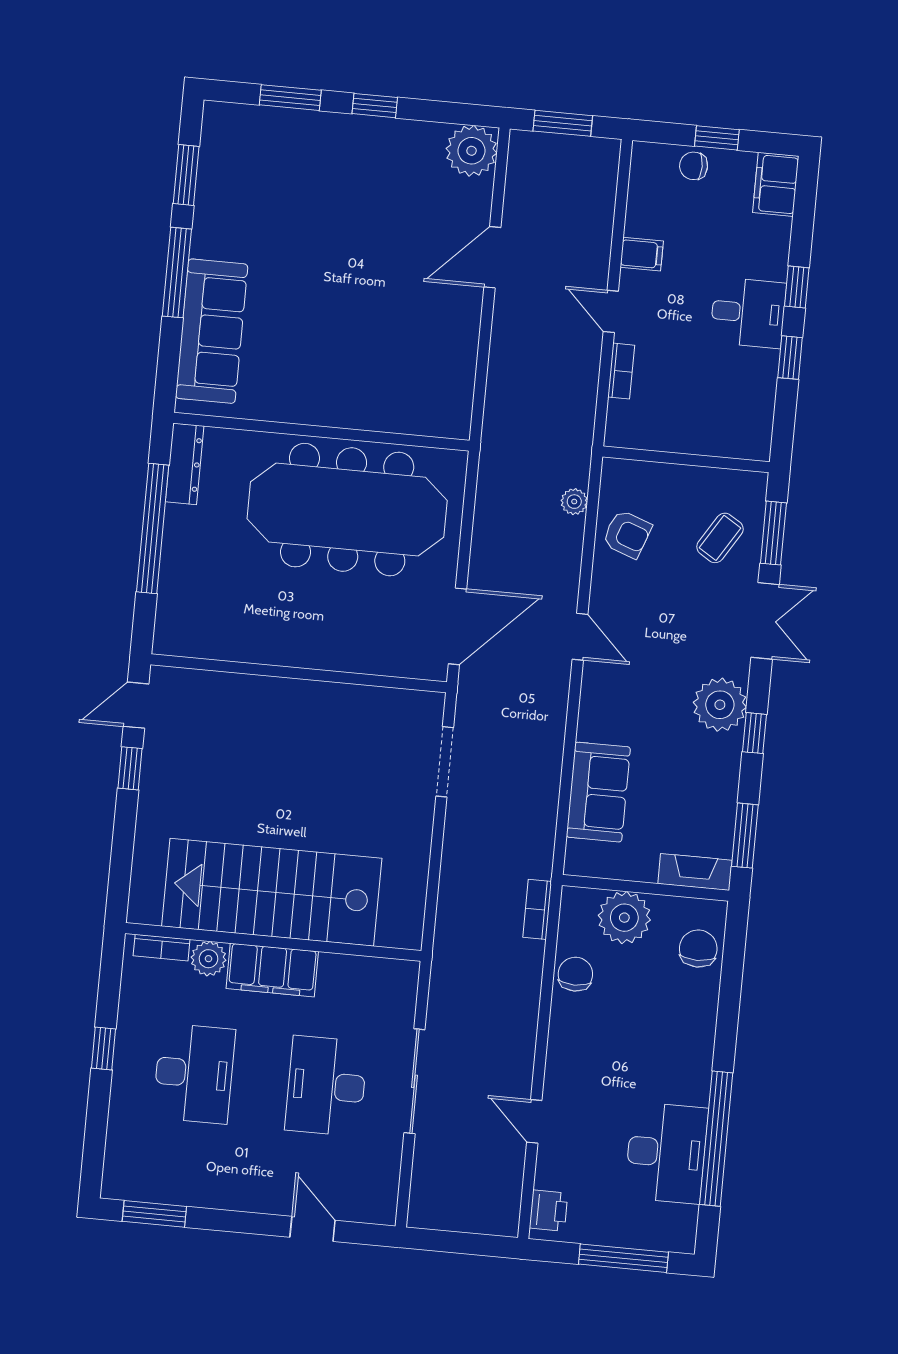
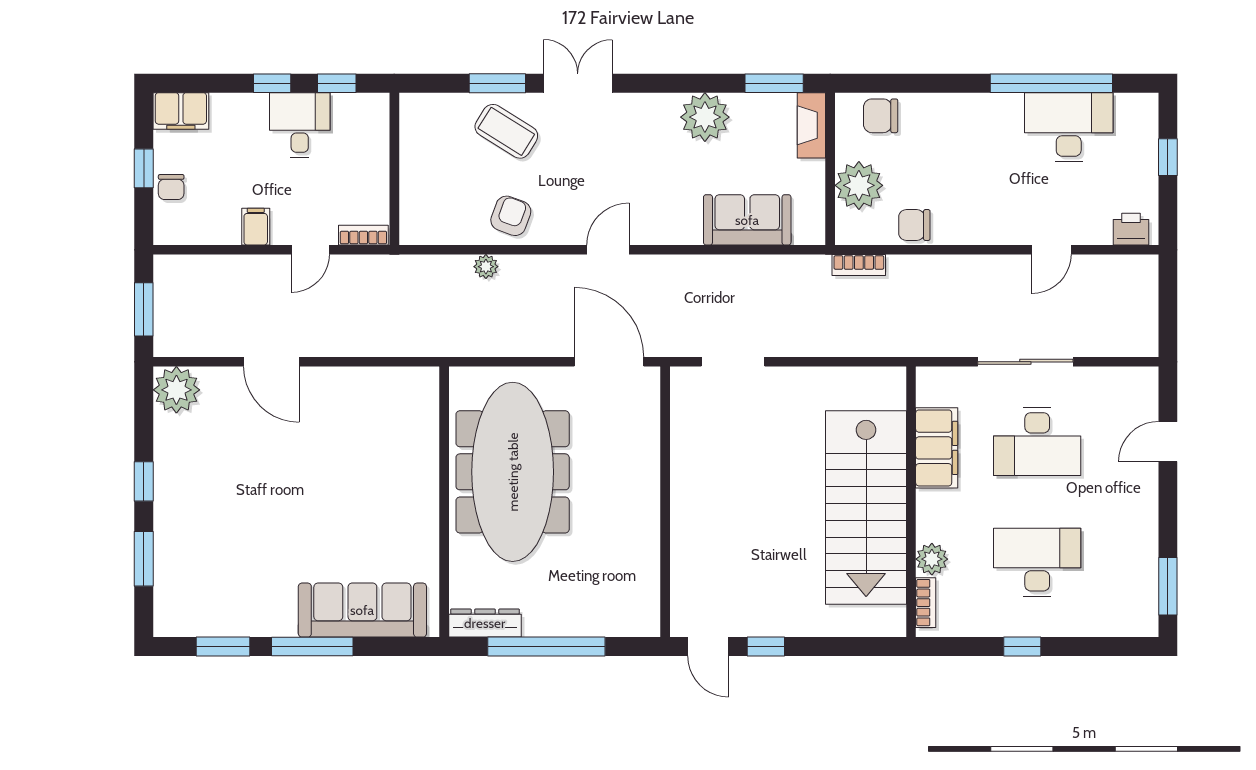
wall: (686, 459) -> (394, 169), moved
coffee table: (720, 538) -> (506, 131), width x1.36, depth x1.30
plant: (720, 705) -> (705, 117), moved
window: (755, 733) -> (680, 83), removed
filing cabinet: (272, 970) -> (937, 448), moved
window: (623, 1258) -> (1168, 157), width x0.46

